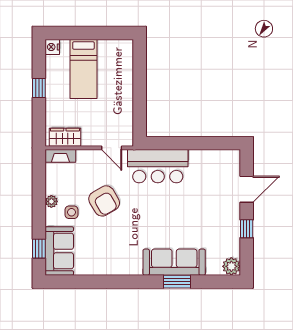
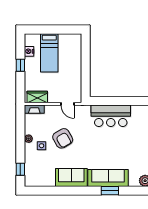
nightstand: (52, 47) -> (29, 51), moved
bar counter: (158, 166) -> (111, 116), moved
sofa: (59, 251) -> (71, 177), moved, turned -90

